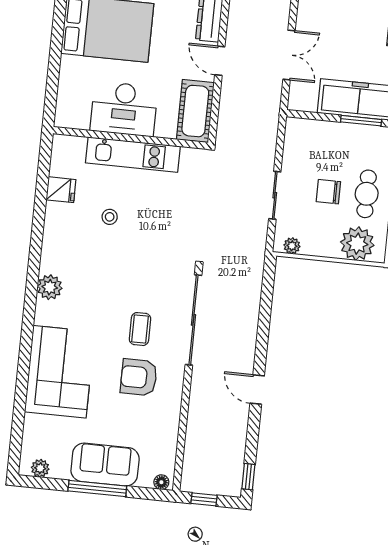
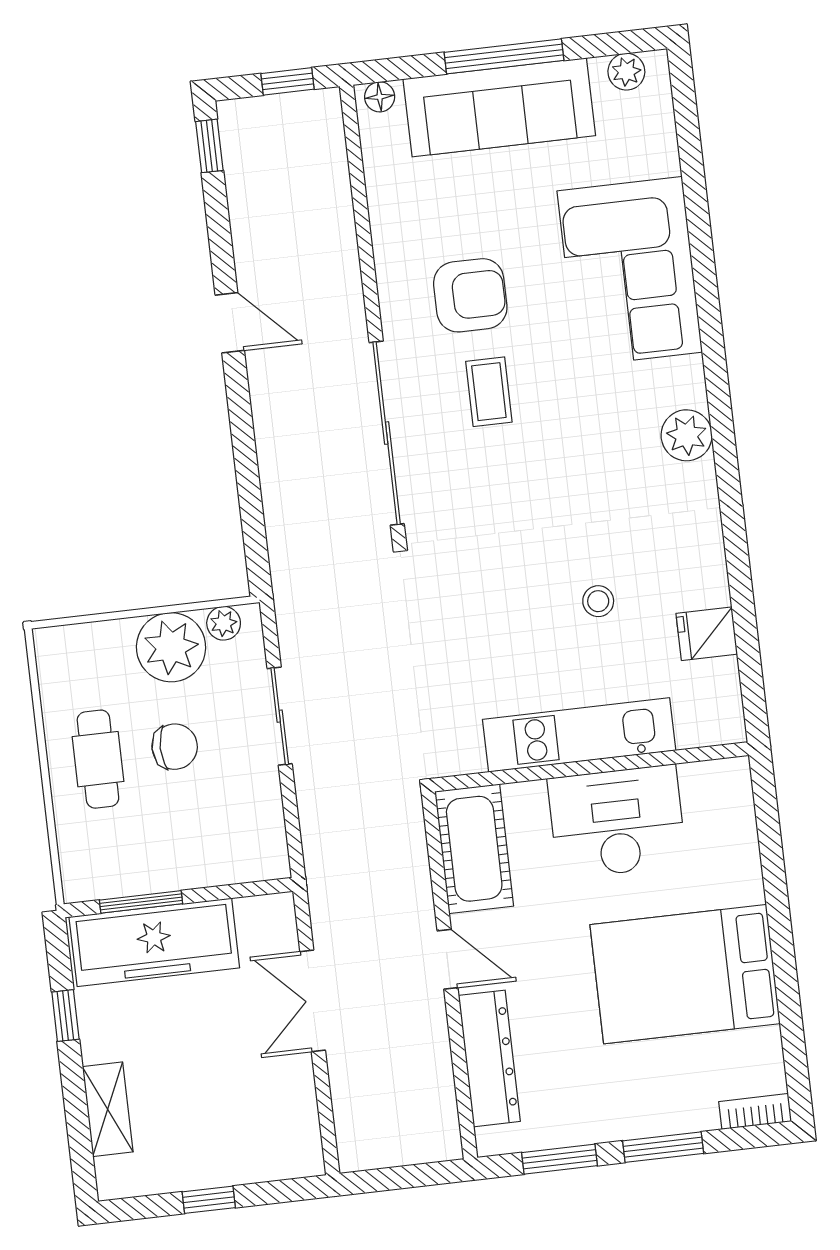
plant: (357, 244) -> (171, 647), moved
sofa: (105, 465) -> (499, 107), width x1.36

